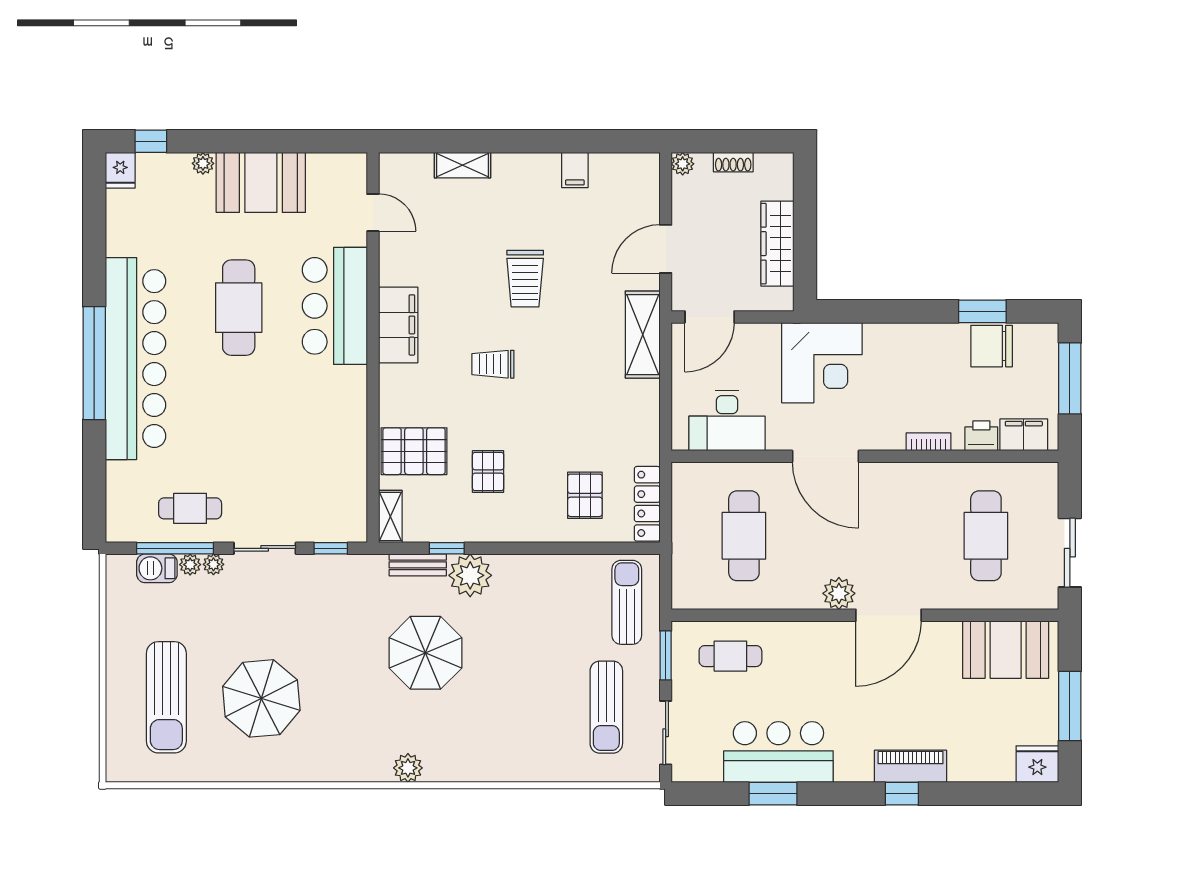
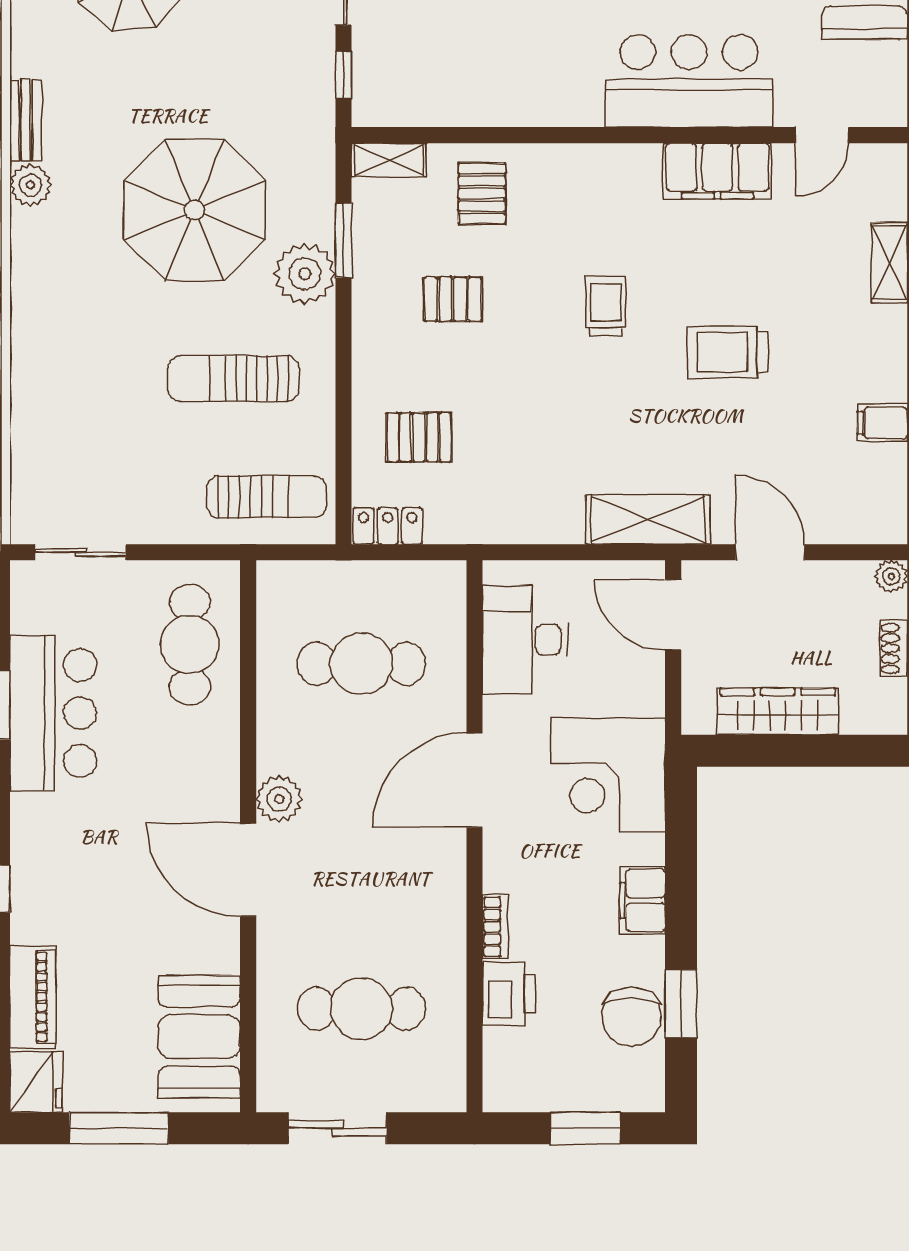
filing cabinet: (398, 325) -> (717, 171), moved
chair: (992, 346) -> (632, 1017), turned 180
window: (1070, 378) -> (586, 1128), width x0.69
filing cabinet: (1024, 435) -> (643, 900), moved, turned 180
printer: (981, 436) -> (509, 994), width x1.36, depth x1.24
pallet: (414, 451) -> (482, 194), width x0.67, depth x0.71
locker: (647, 504) -> (388, 526), width x0.66
window: (447, 548) -> (343, 240), width x1.50
bench: (418, 565) -> (25, 120), moved
parasol: (425, 653) -> (195, 210), width x1.36, depth x1.36
window: (666, 655) -> (191, 552), removed
cafe table: (730, 656) -> (190, 645), width x1.37, depth x1.35
sun lounger: (606, 707) -> (233, 379), moved
piano: (910, 766) -> (33, 997), moved

